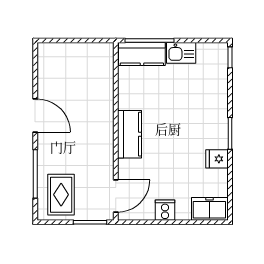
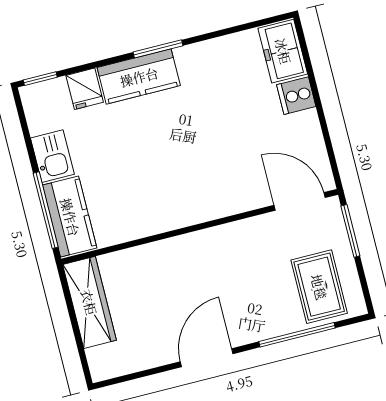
wardrobe: (87, 53) -> (89, 302), added
kitchen counter: (130, 134) -> (139, 77), moved, turned 180
fridge: (217, 159) -> (85, 89), moved
rug: (61, 195) -> (319, 287), turned 90
cooker: (165, 210) -> (296, 96), moved

